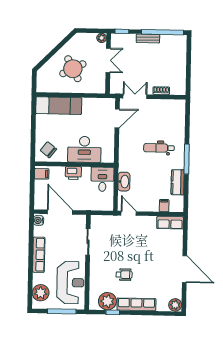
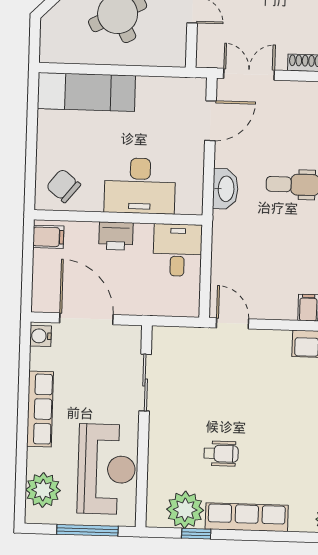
washbasin: (124, 182) -> (225, 189), moved

